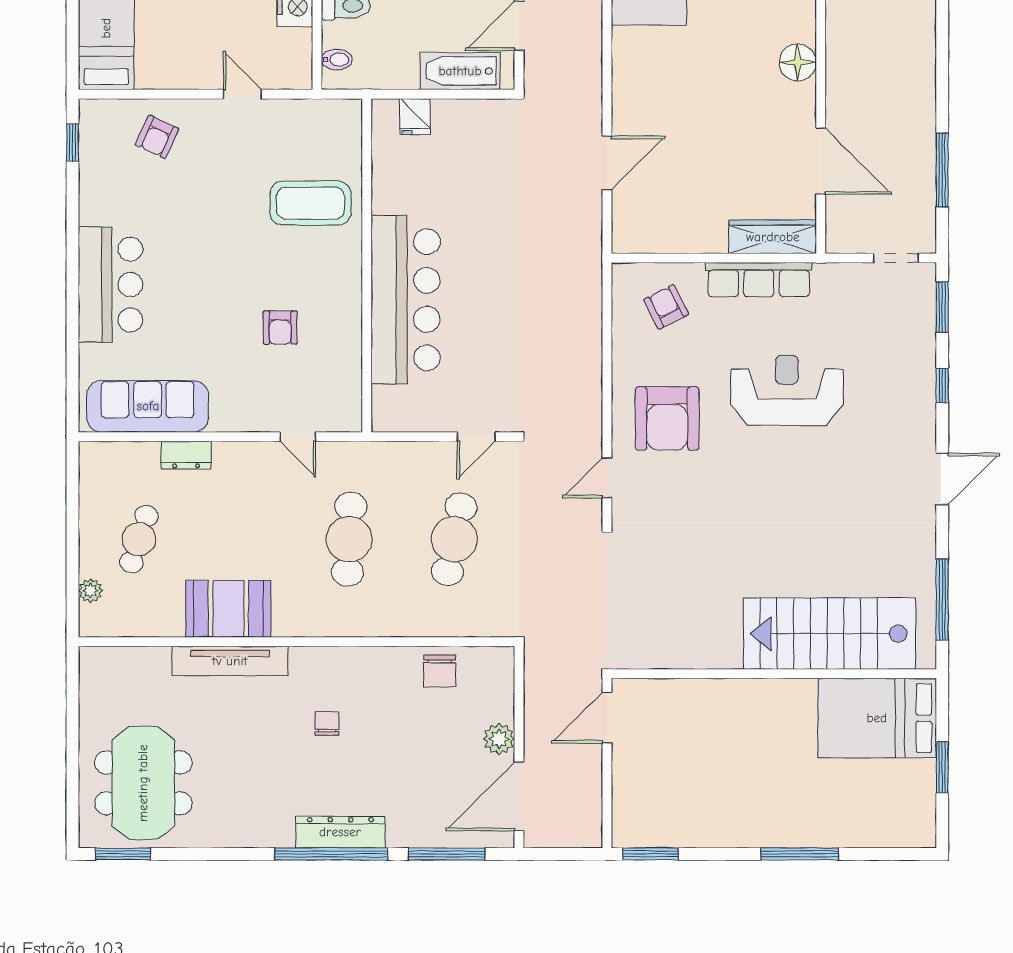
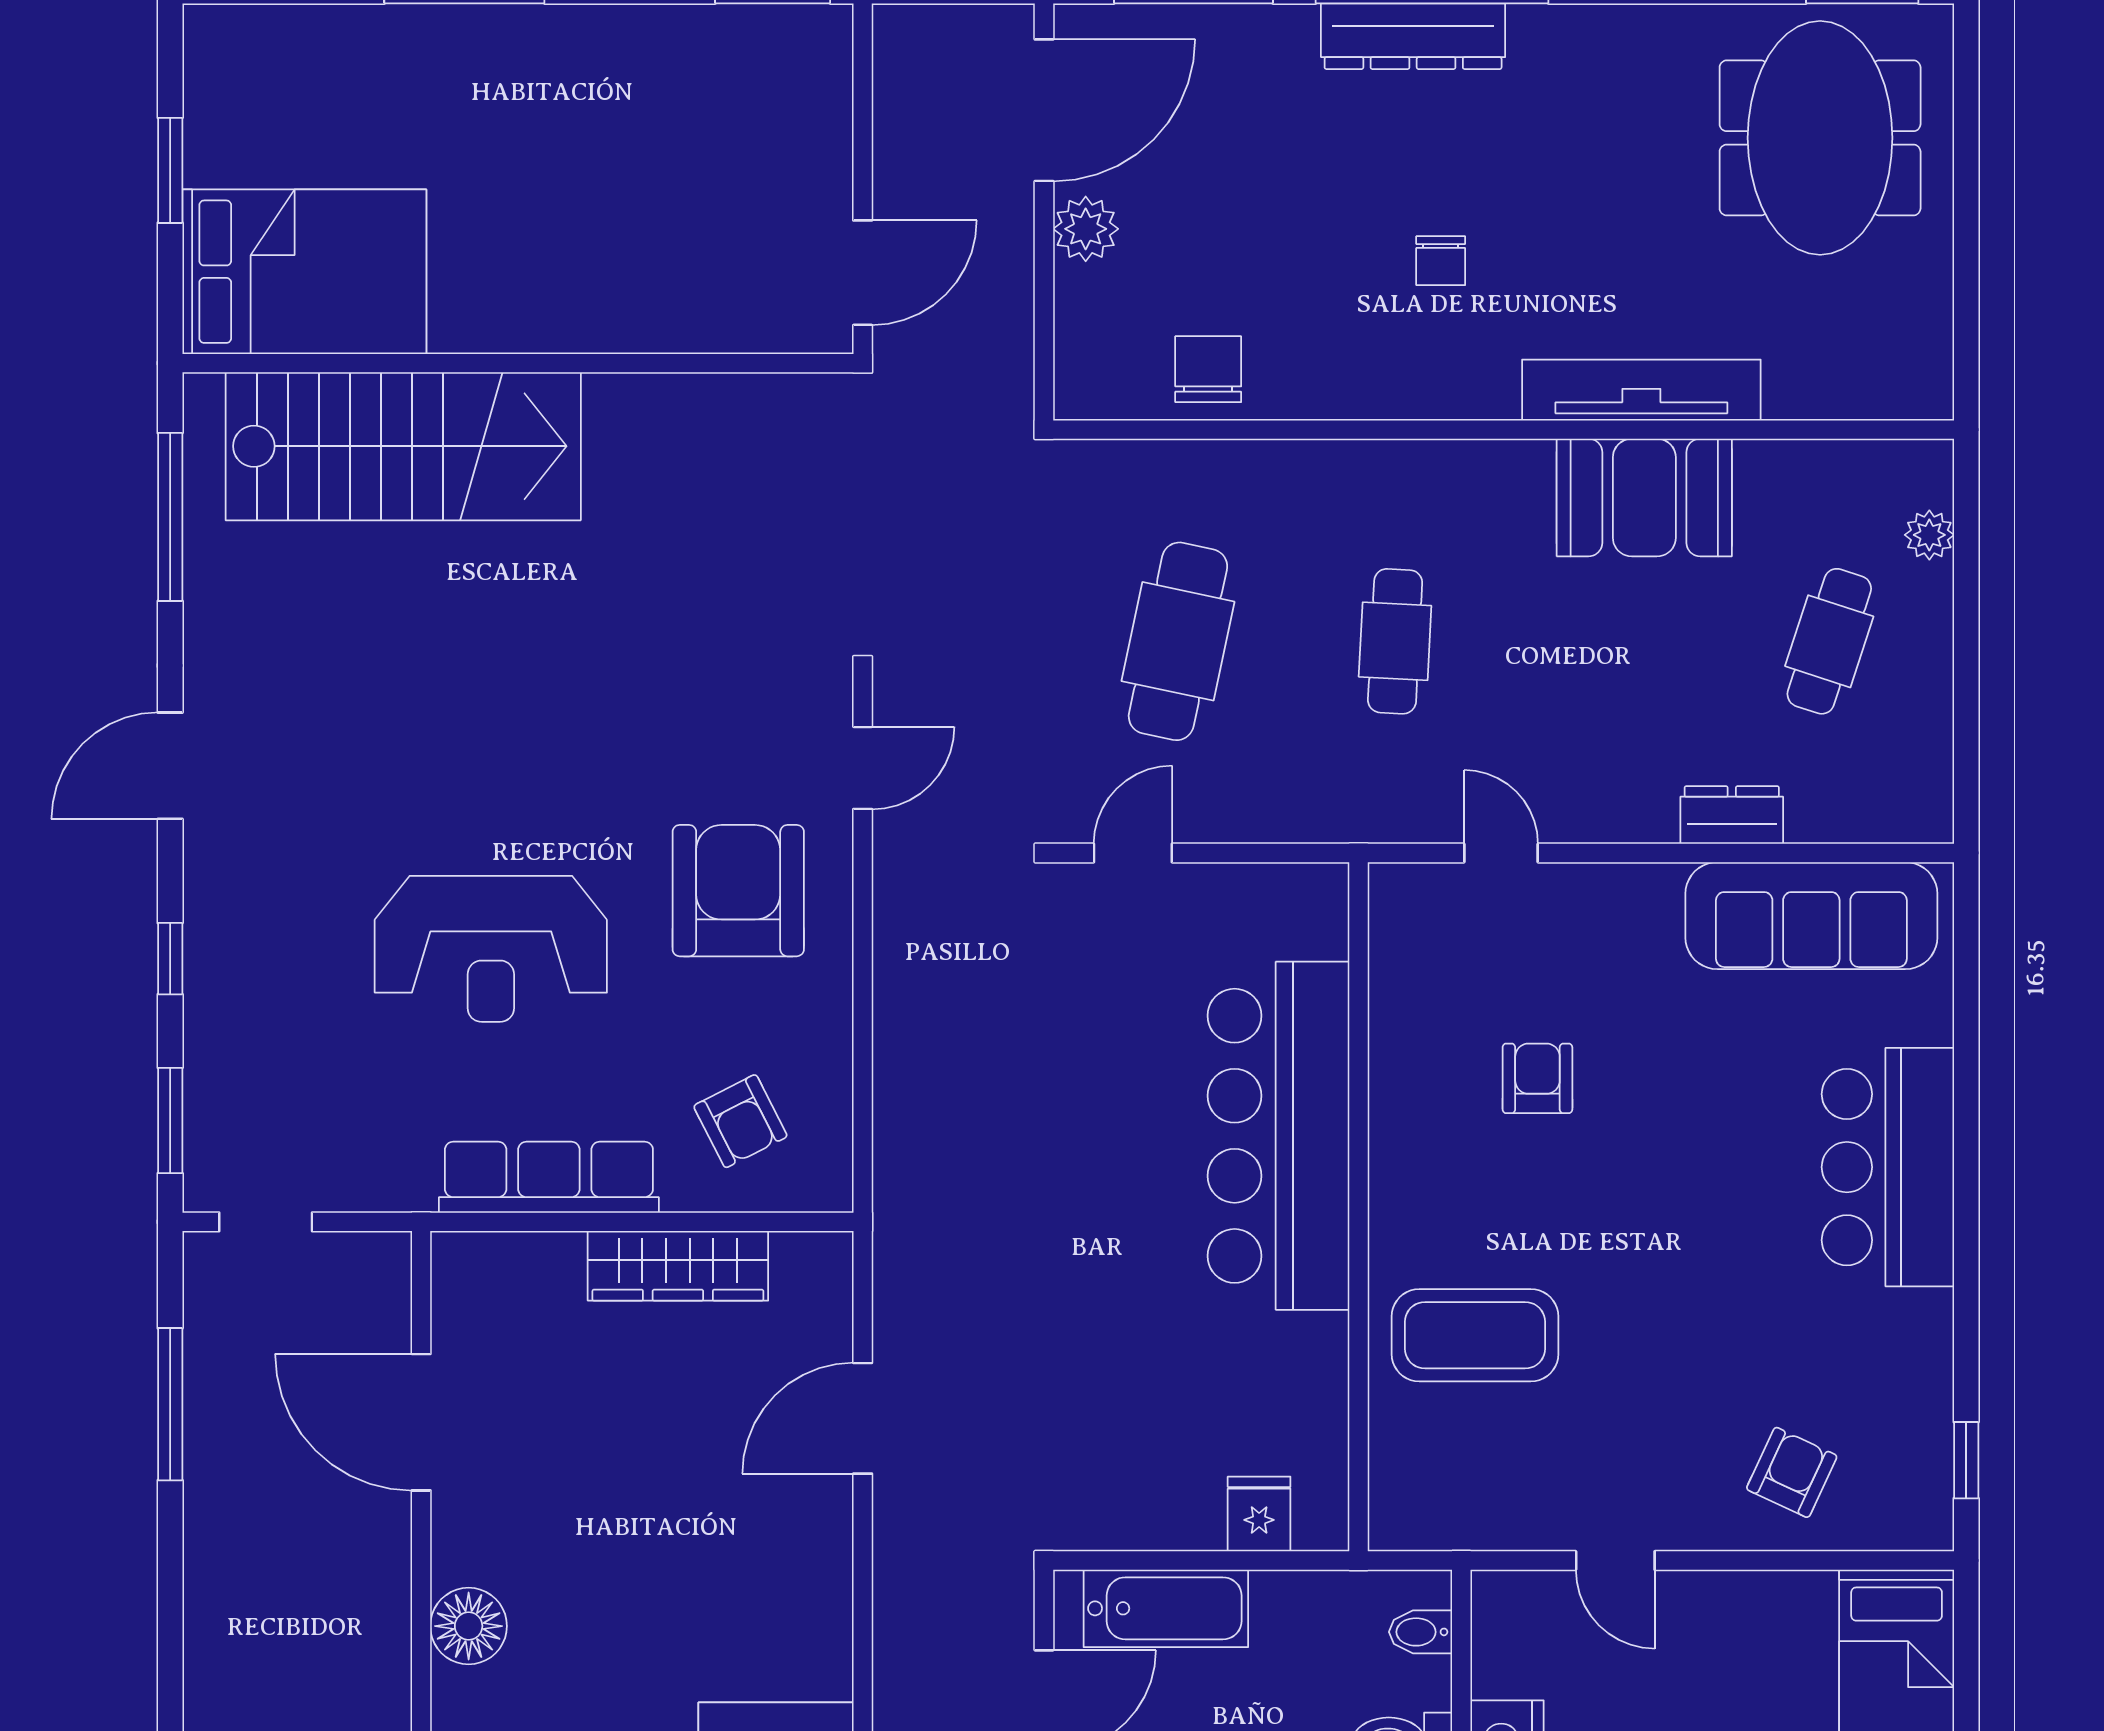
wardrobe: (773, 237) -> (678, 1266), moved
cafe table: (349, 539) -> (1395, 641), width x0.73, depth x0.74

